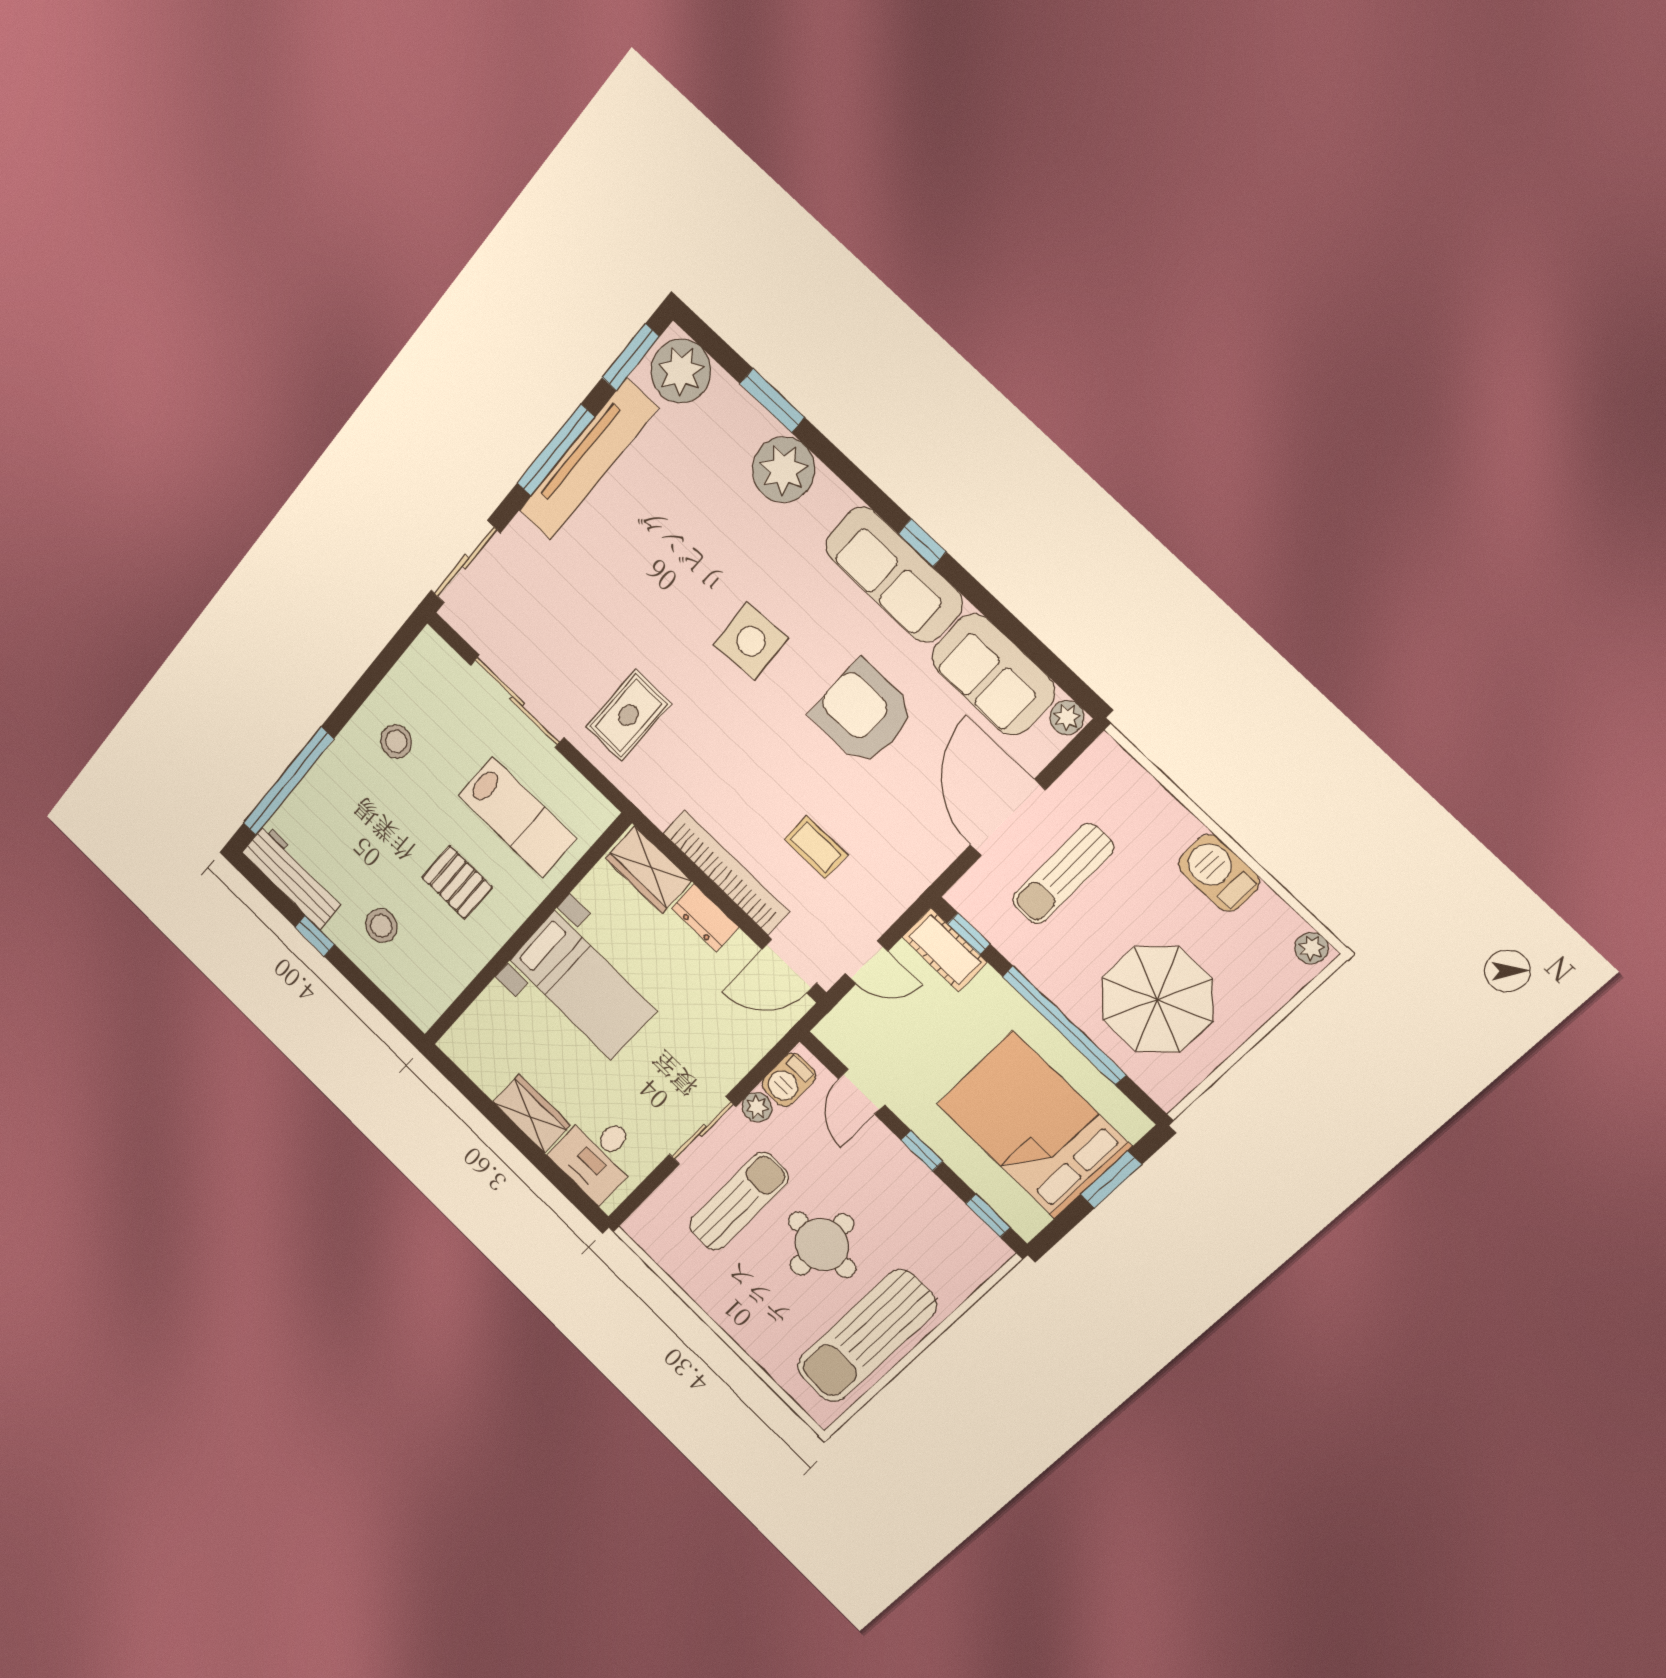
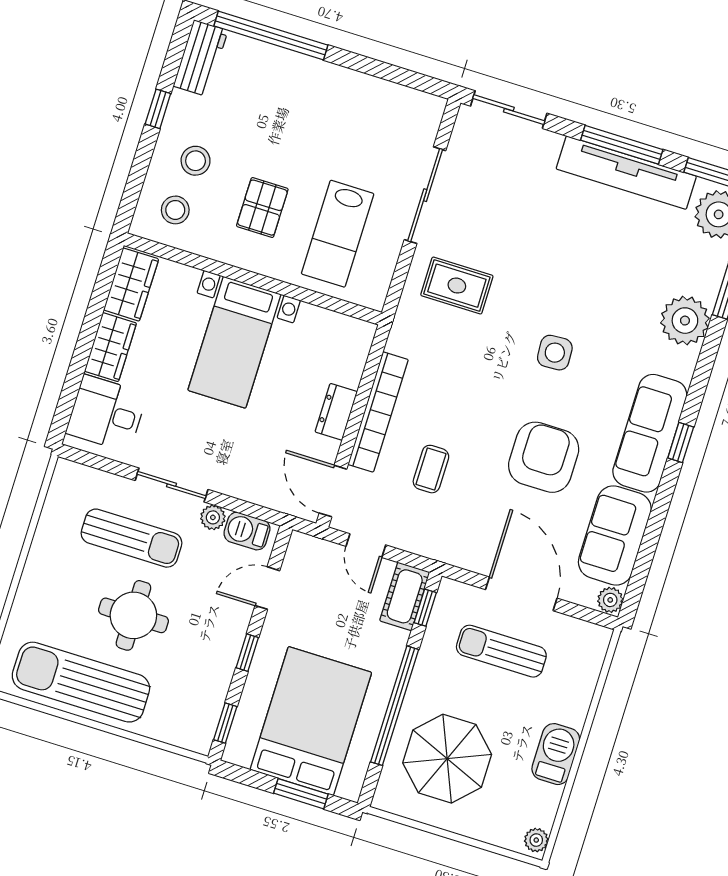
side table: (751, 641) -> (555, 353), width x0.73, depth x0.73
stool: (396, 742) -> (175, 210), moved
door: (1008, 818) -> (521, 594), hinge flipped
wardrobe: (648, 870) -> (131, 284), moved, turned 180
workbench: (293, 876) -> (201, 58), width x0.73

